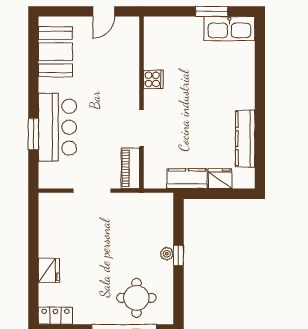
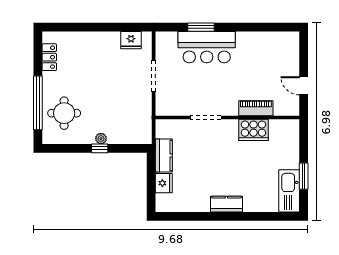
booth: (55, 52) -> (270, 45), removed
cooker: (153, 79) -> (253, 130), width x1.87, depth x1.31
kitchen counter: (245, 139) -> (226, 204), moved, width x0.67
piano: (130, 168) -> (256, 108), moved
fridge: (49, 270) -> (131, 40), moved
locker: (55, 316) -> (49, 57), moved

